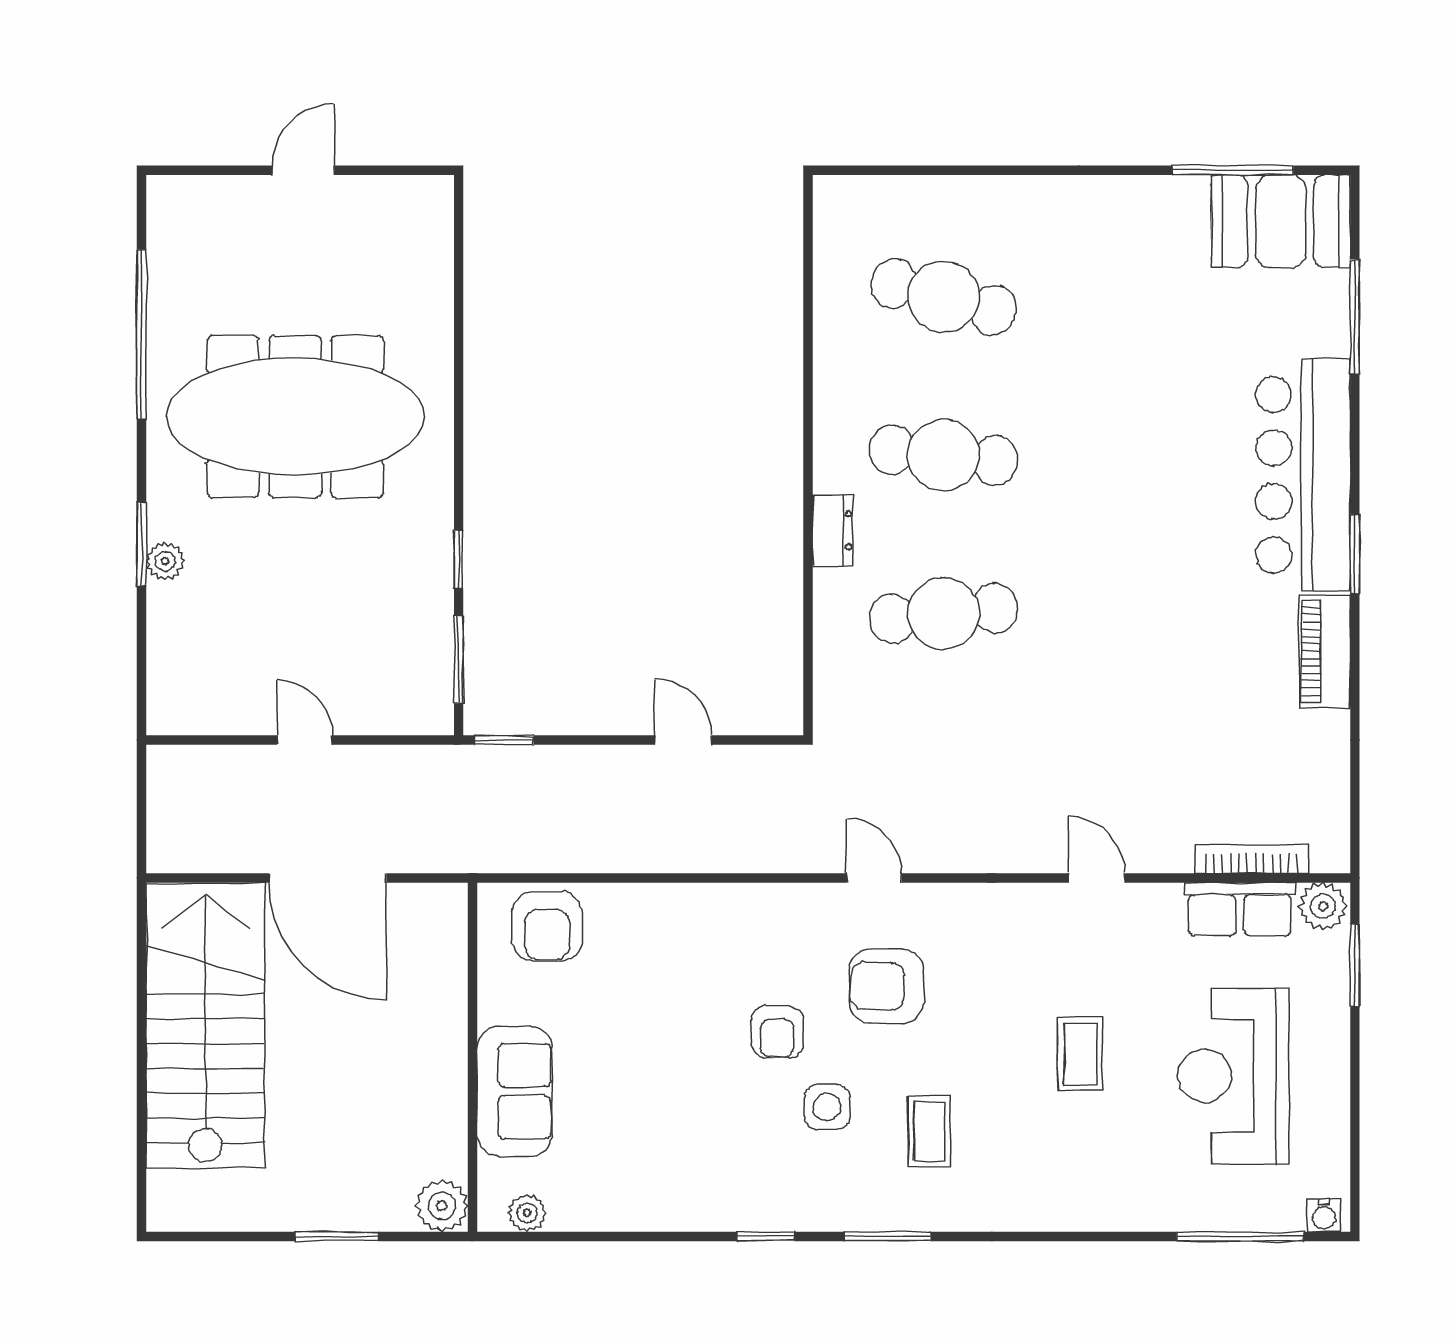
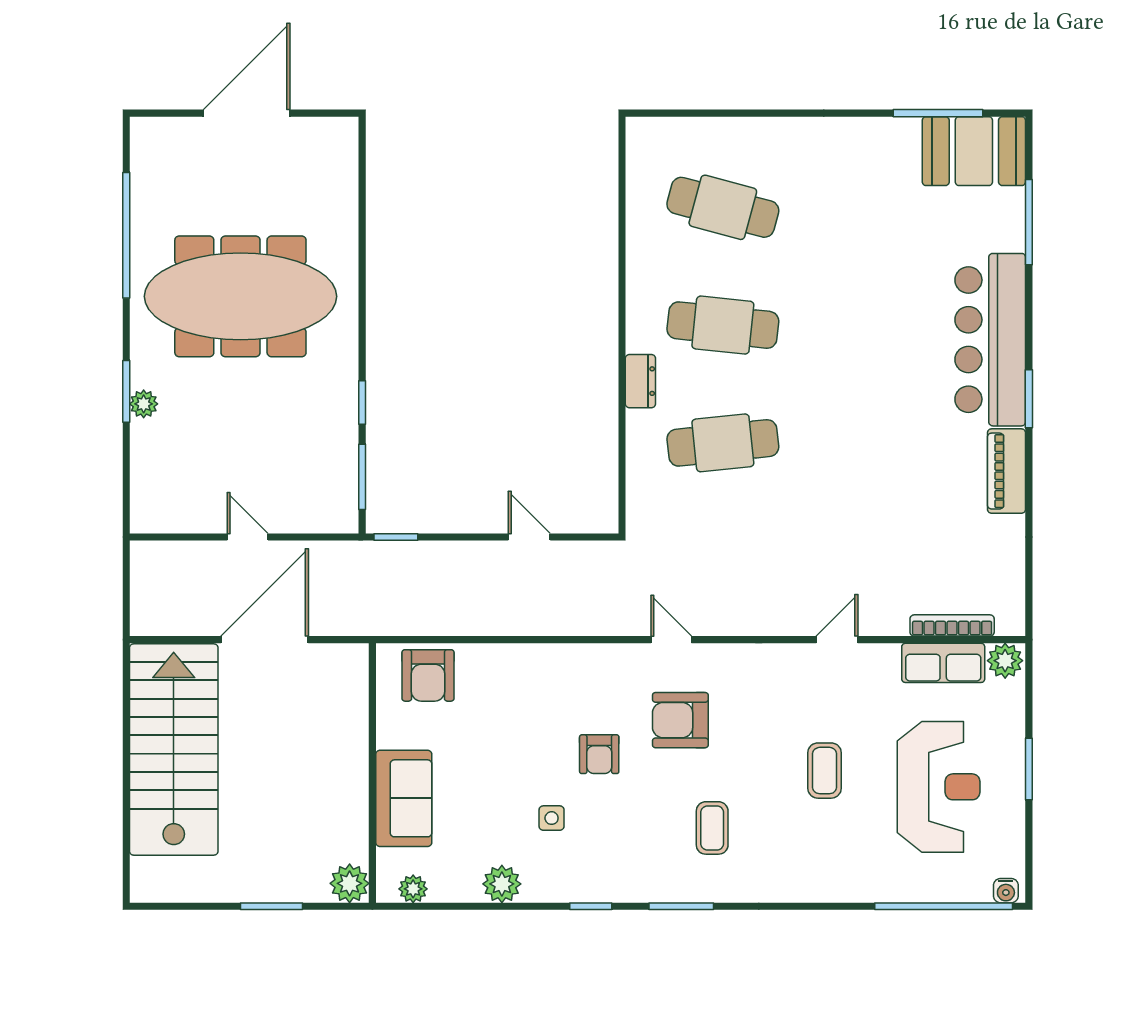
door: (303, 170) -> (247, 113), width x1.87
door: (328, 878) -> (265, 640), swing flipped
door: (1097, 878) -> (837, 640), hinge flipped
window: (1355, 965) -> (1029, 769), moved
reception desk: (1234, 1076) -> (939, 787), turned 180
side table: (827, 1107) -> (552, 818), moved, width x0.73, depth x0.73
plant: (646, 1206) -> (502, 884), added
window: (1240, 1236) -> (944, 906), width x1.46

